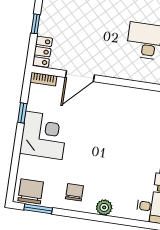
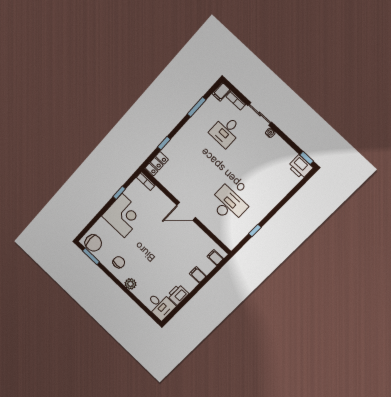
door: (80, 76) -> (186, 211), moved
chair: (31, 191) -> (93, 243), turned 90

